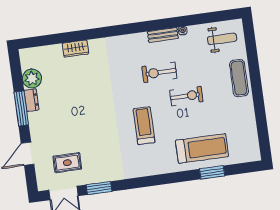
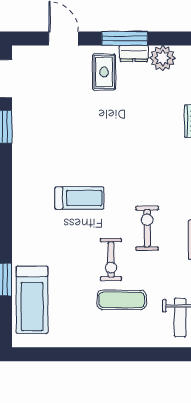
exercise mat: (239, 78) -> (122, 300), moved
treadmill: (202, 148) -> (32, 300), moved
rug: (67, 163) -> (104, 72), moved

